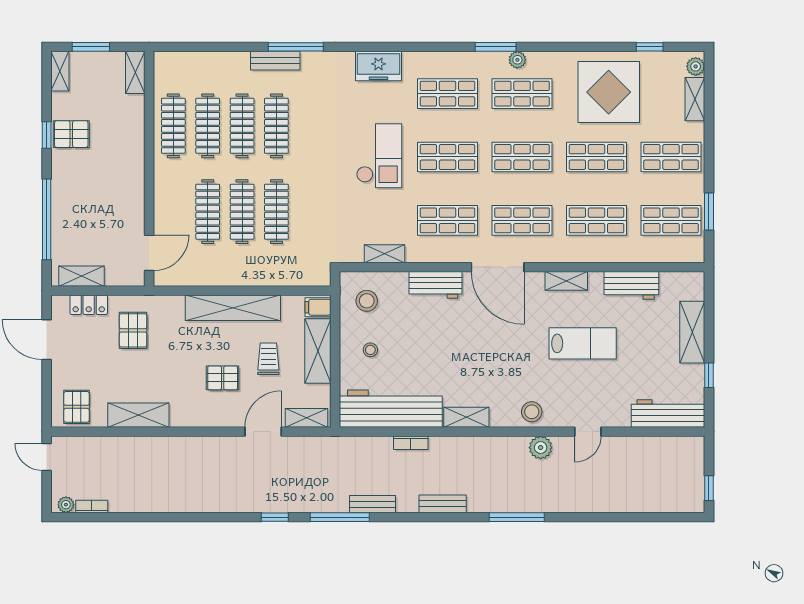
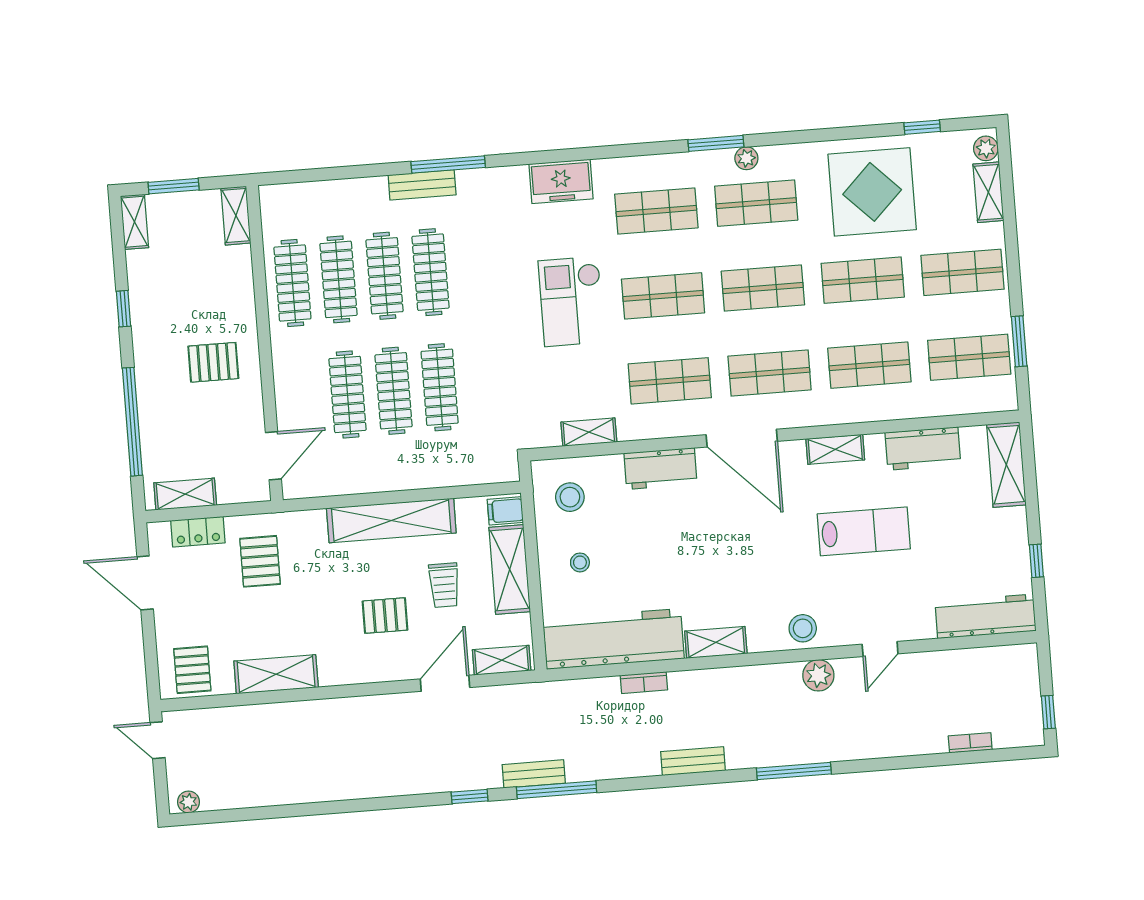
pallet: (71, 134) -> (213, 362), moved
checkout: (379, 156) -> (571, 301), turned 180
shelving: (692, 332) -> (1006, 465), moved
trolley: (268, 359) -> (444, 585), turned 180
bench: (373, 504) -> (534, 774), moved
bookcase: (92, 506) -> (970, 743), moved

